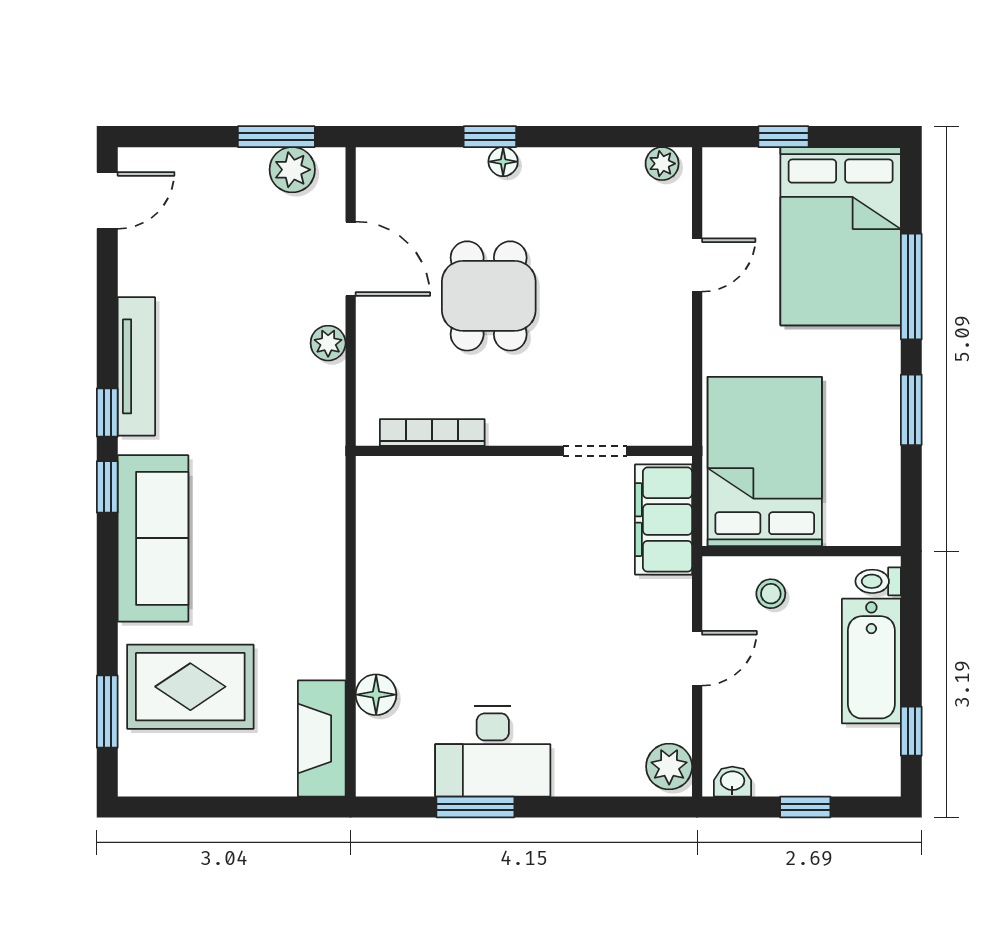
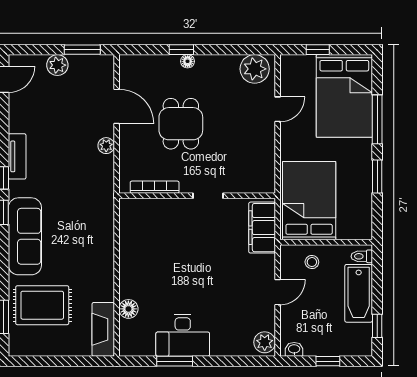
plant: (662, 164) -> (255, 69), width x1.87, depth x1.87
plant: (292, 170) -> (57, 65), moved
tv unit: (136, 366) -> (17, 156), width x0.71
doorway: (595, 451) -> (208, 196), moved

